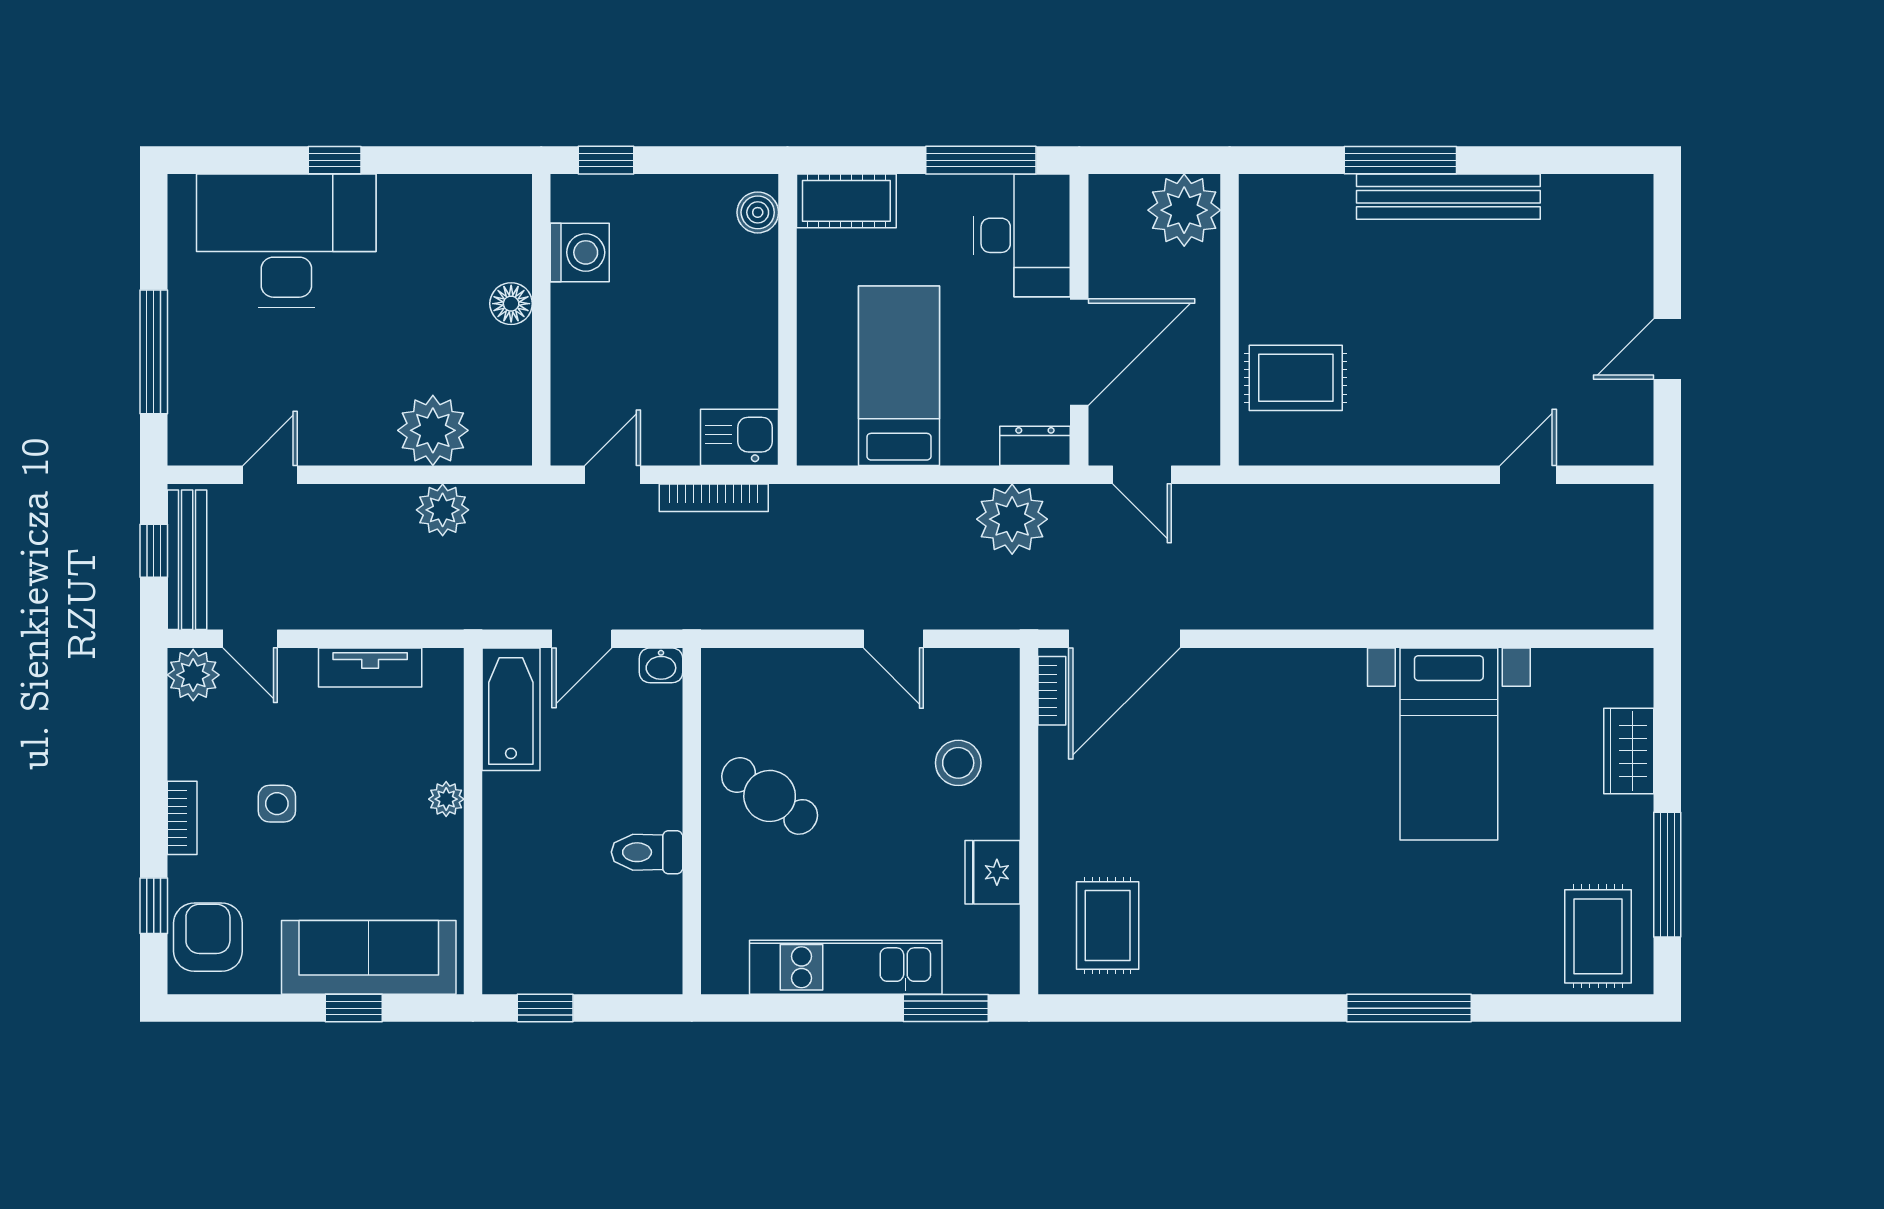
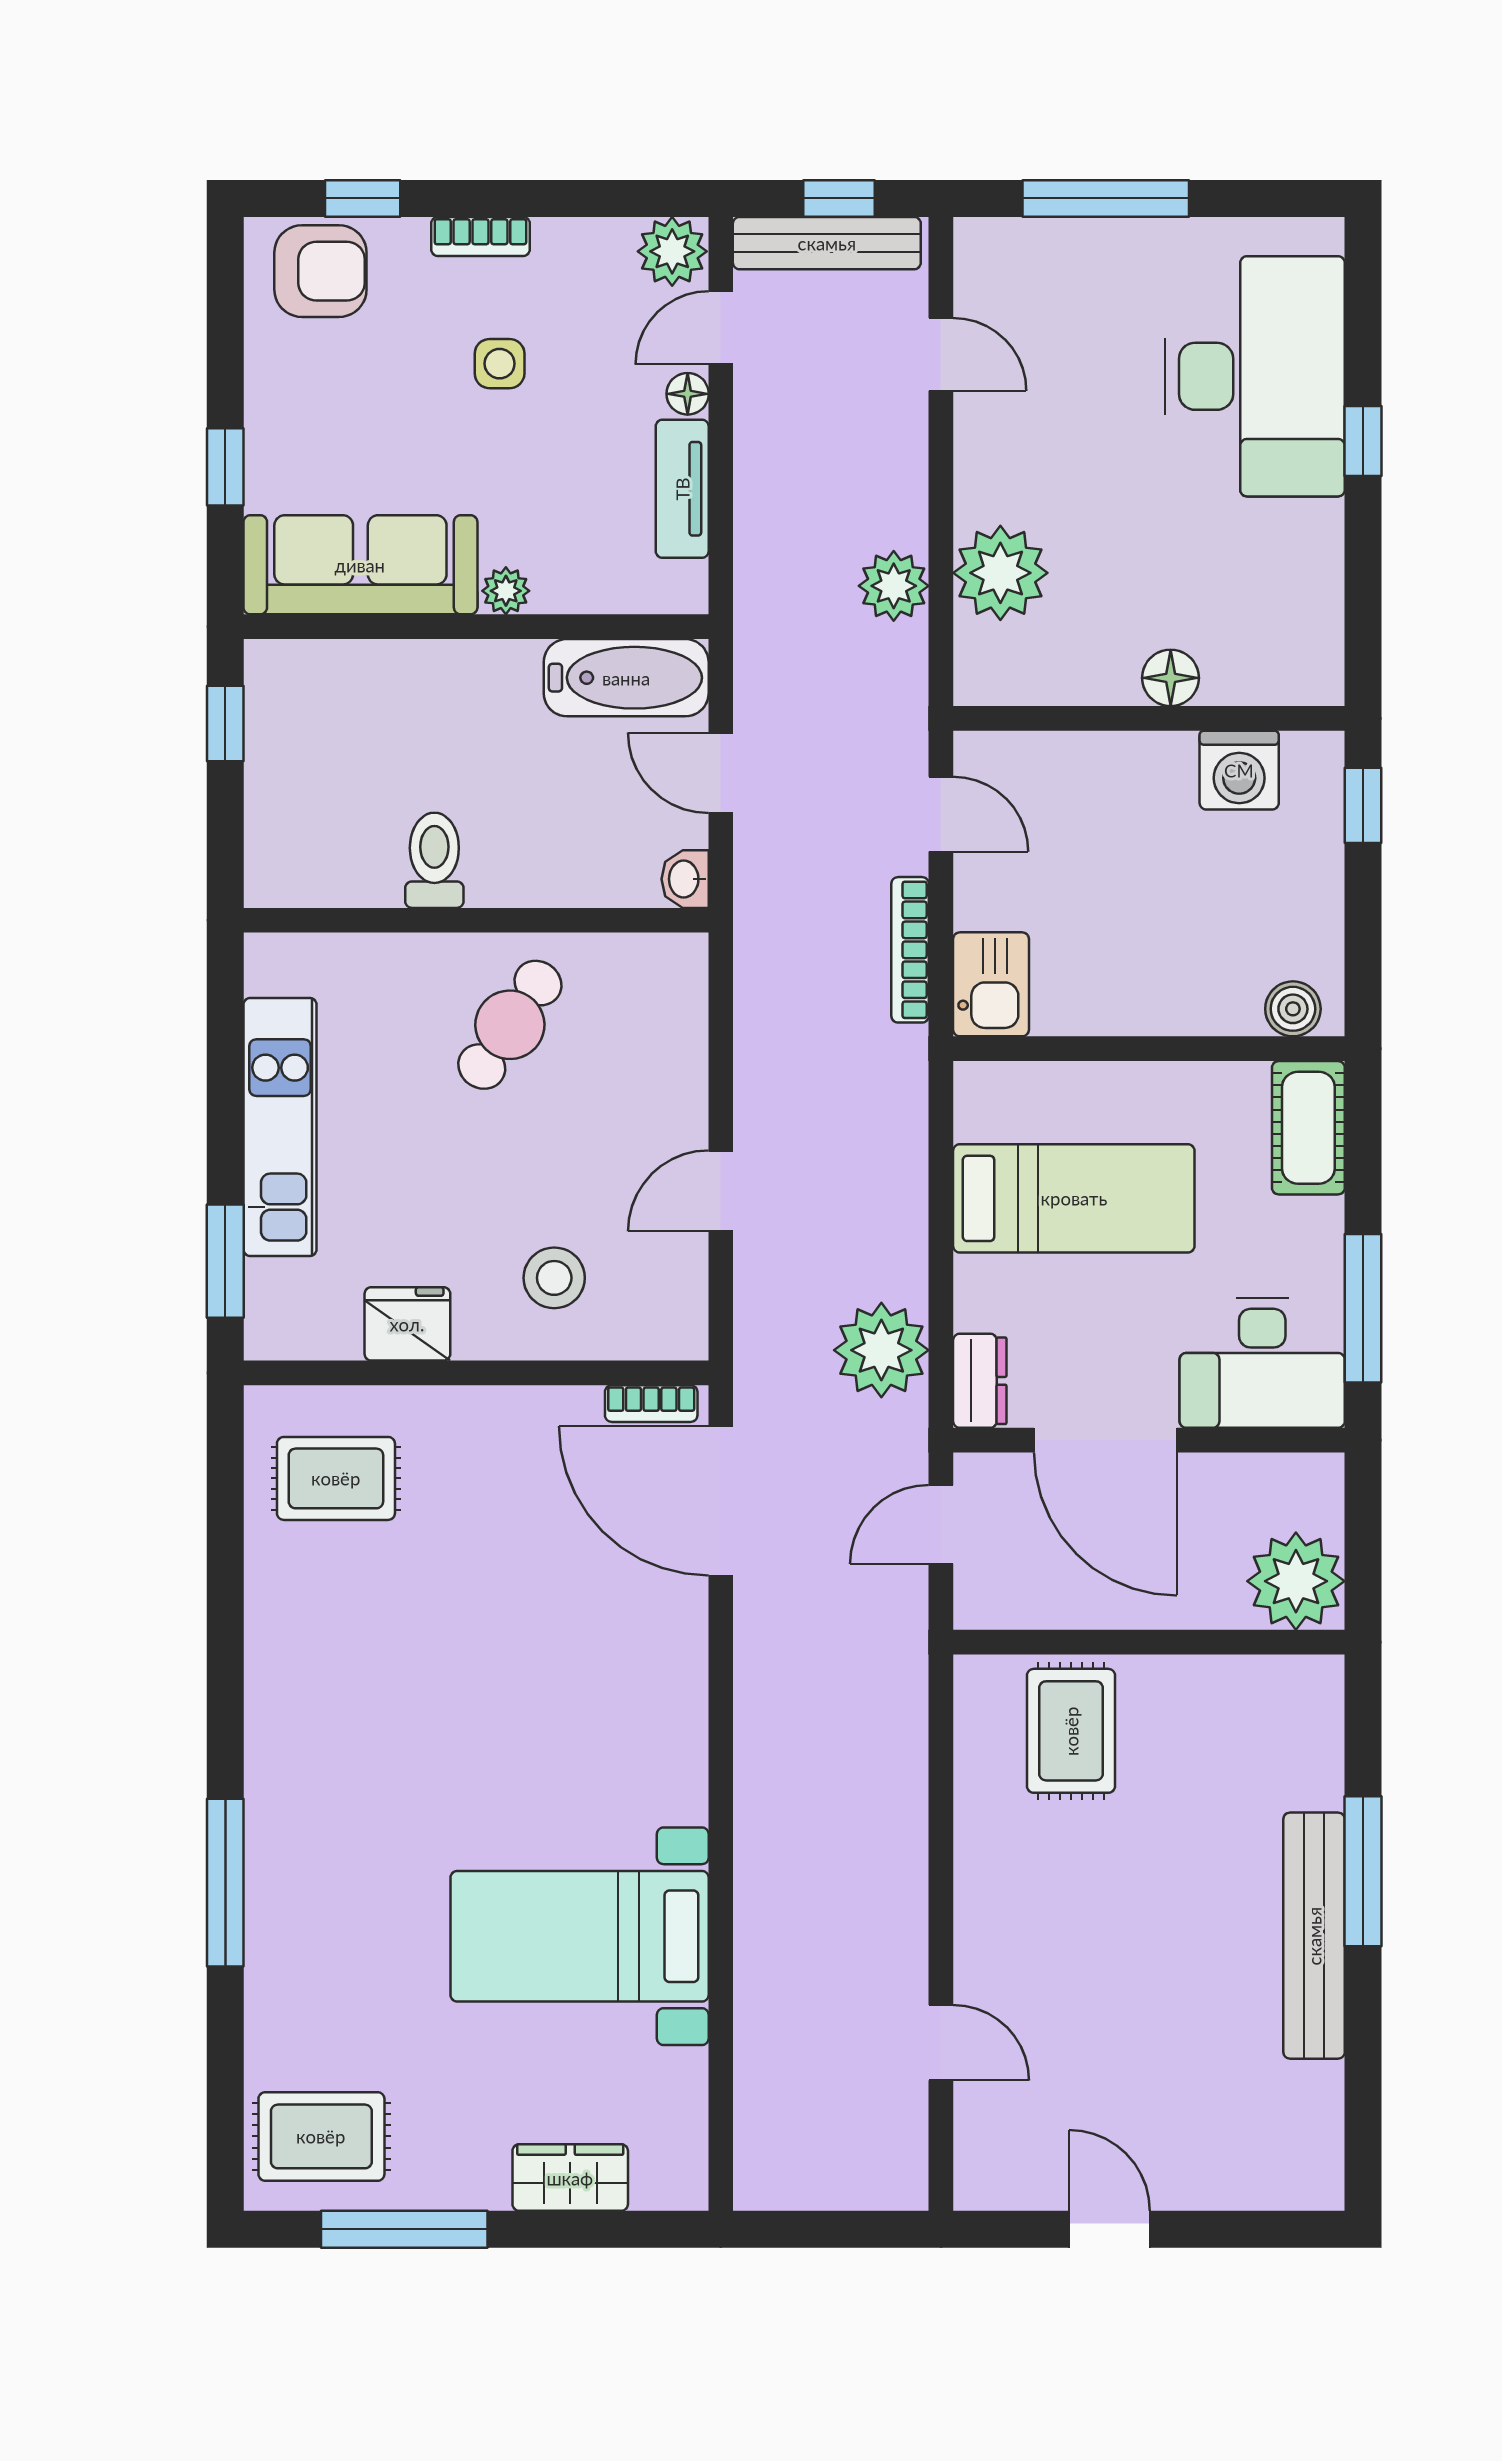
floor lamp: (299, 664) -> (688, 394), added
sofa: (369, 957) -> (360, 565), moved, turned -90

